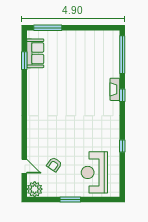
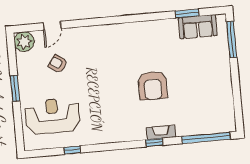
armchair: (78, 92) -> (153, 85), added
window: (122, 146) -> (72, 150), moved

